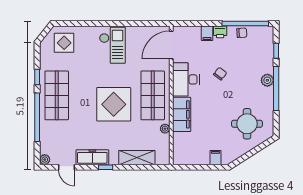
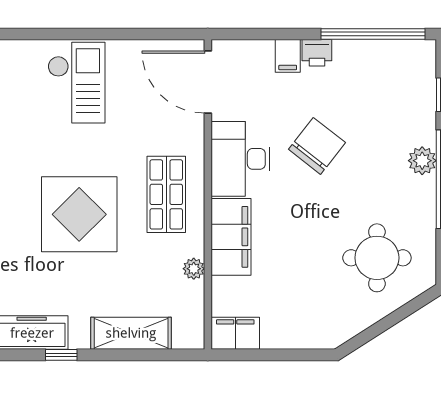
chair: (242, 33) -> (365, 55), removed
door: (171, 45) -> (208, 82), hinge flipped
chair: (220, 74) -> (317, 146), width x1.87, depth x1.87
shop shelf: (153, 95) -> (166, 194), width x0.70, depth x0.74
filing cabinet: (215, 158) -> (235, 333), moved, width x2.00

